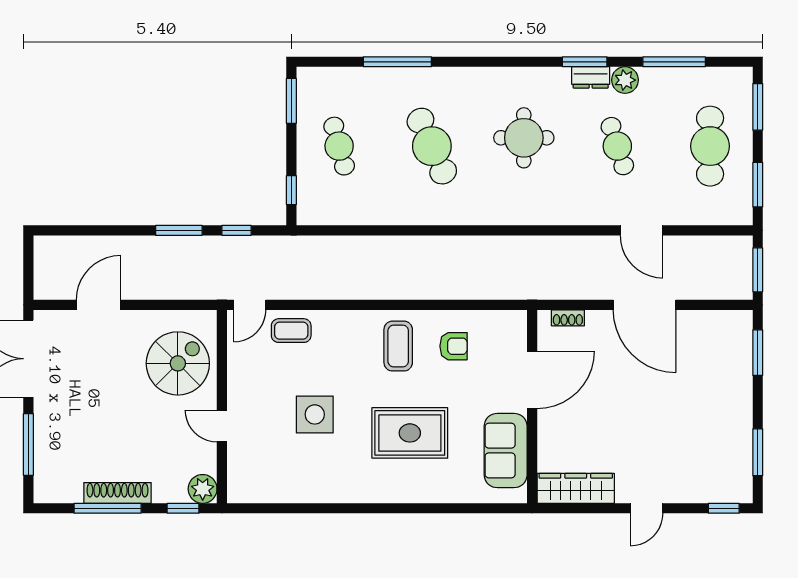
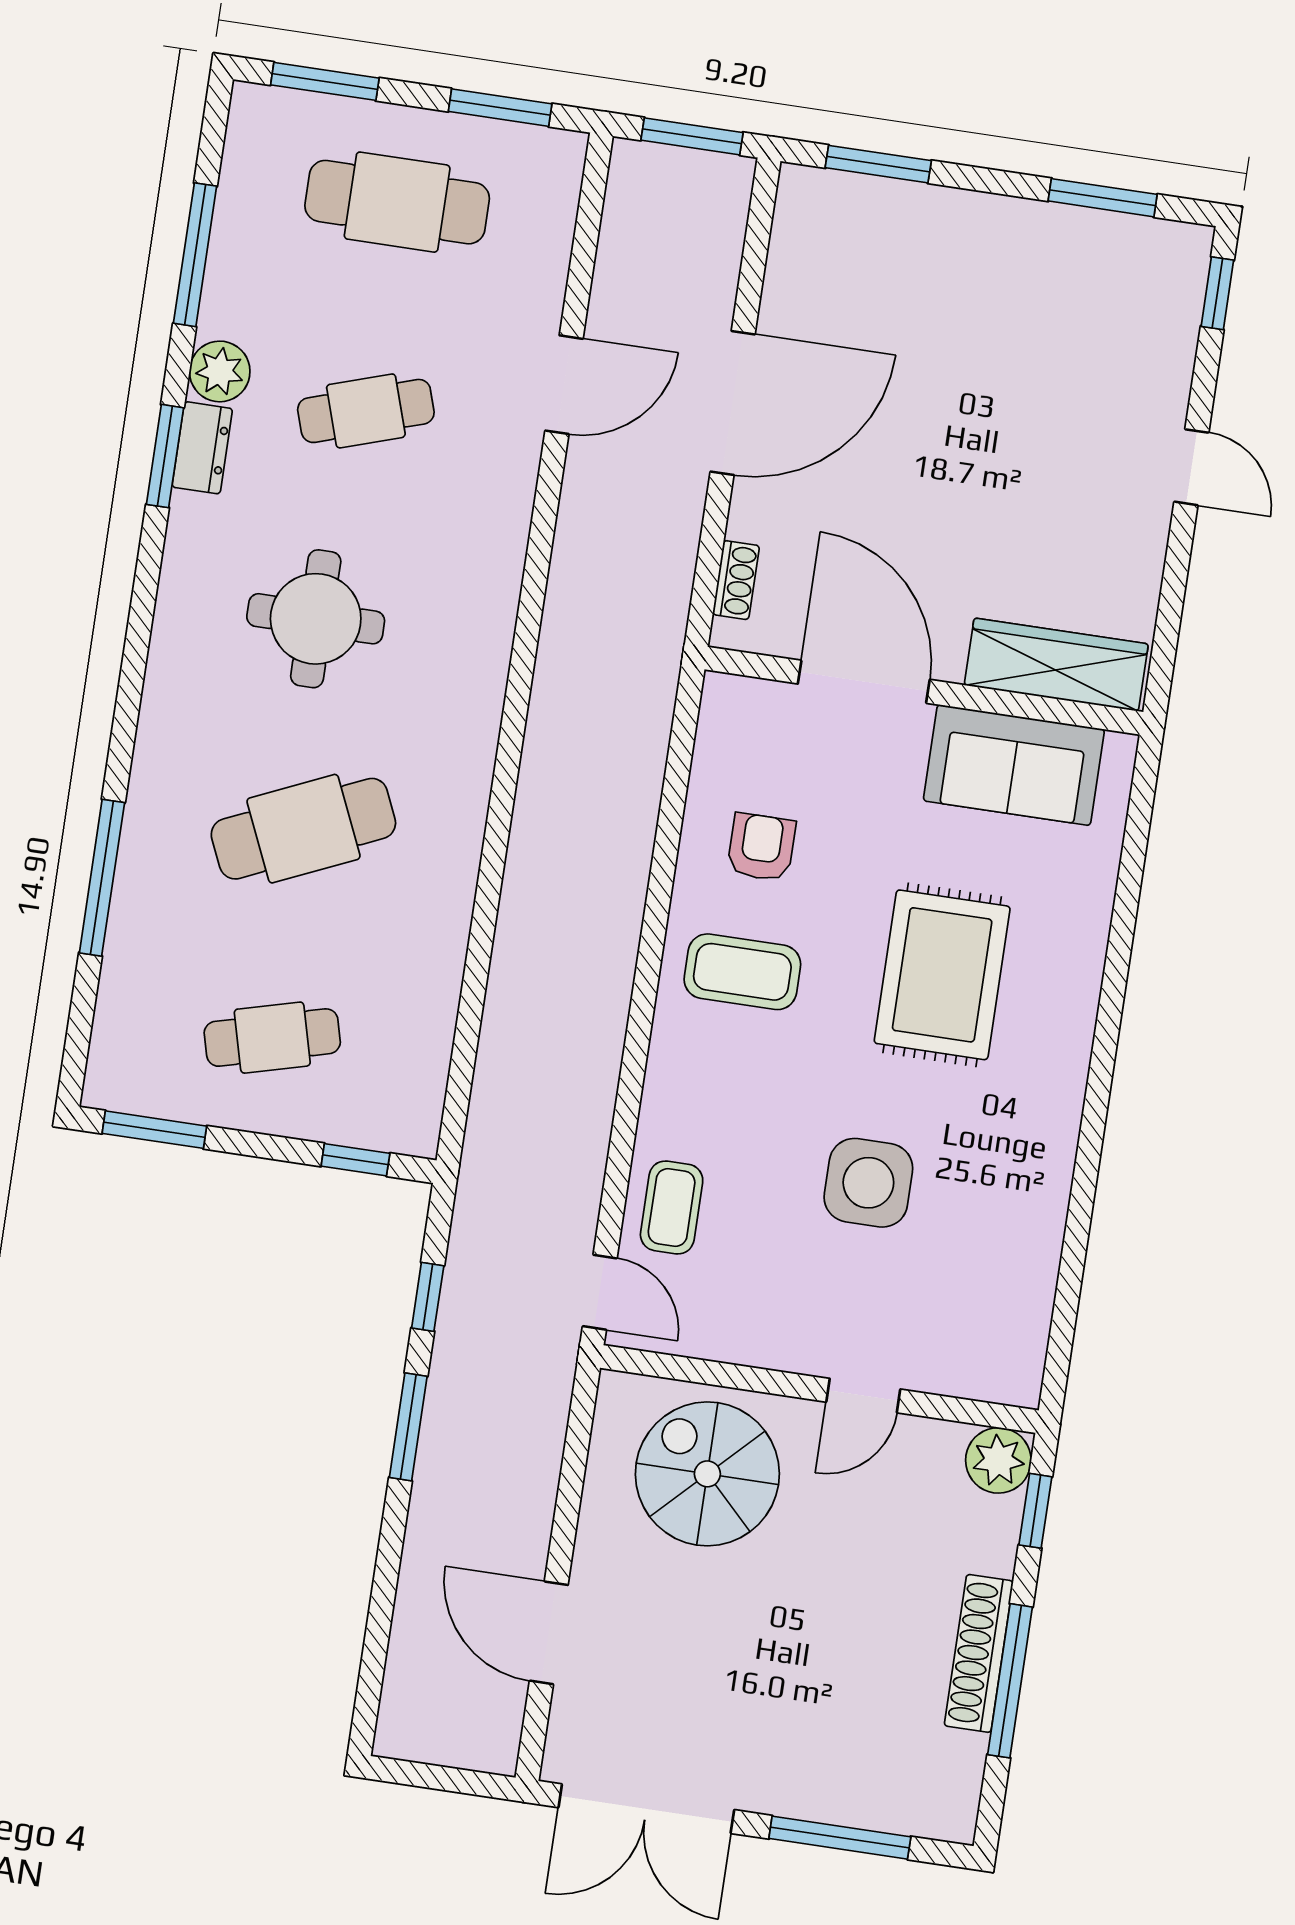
wardrobe: (576, 488) -> (1056, 665), moved, turned 90

